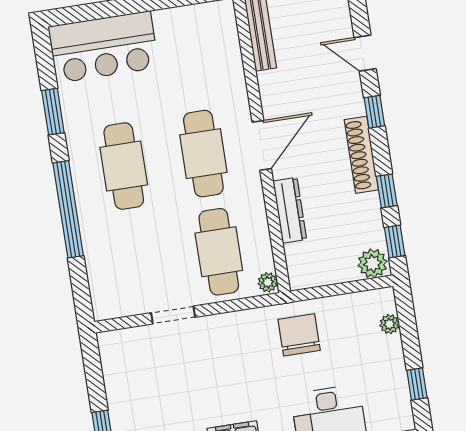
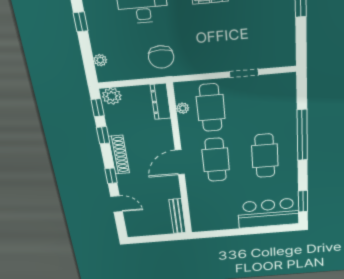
window: (53, 112) -> (303, 201), moved
dresser: (290, 210) -> (161, 102), moved
plant: (268, 282) -> (183, 108), moved

